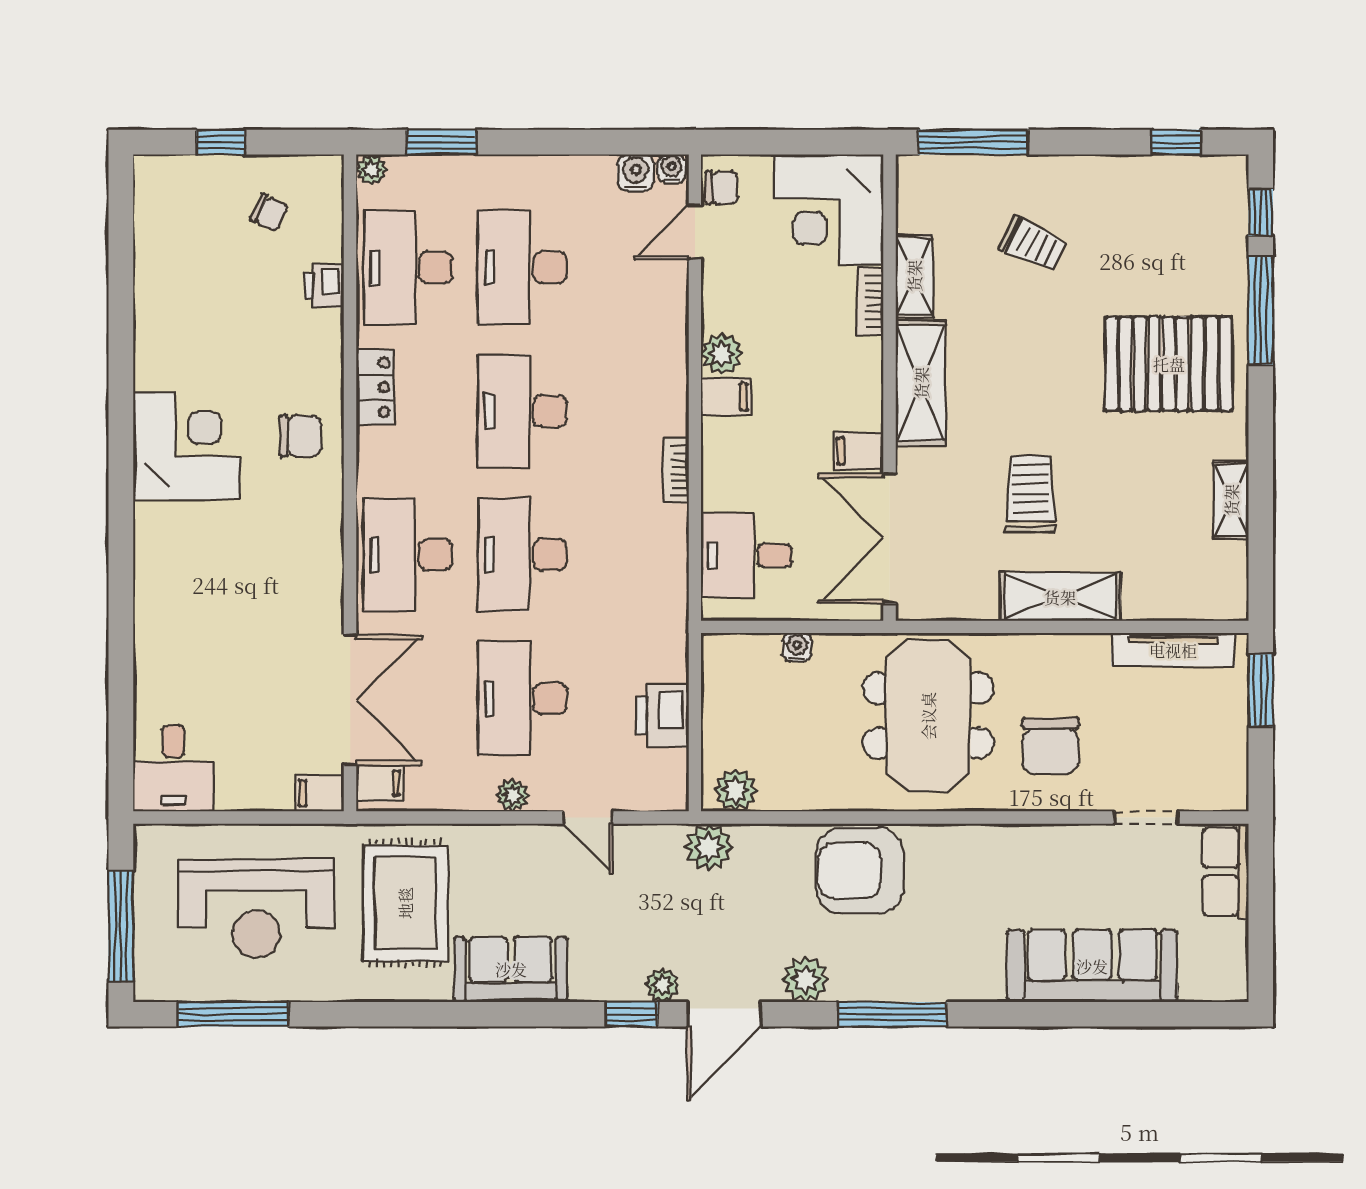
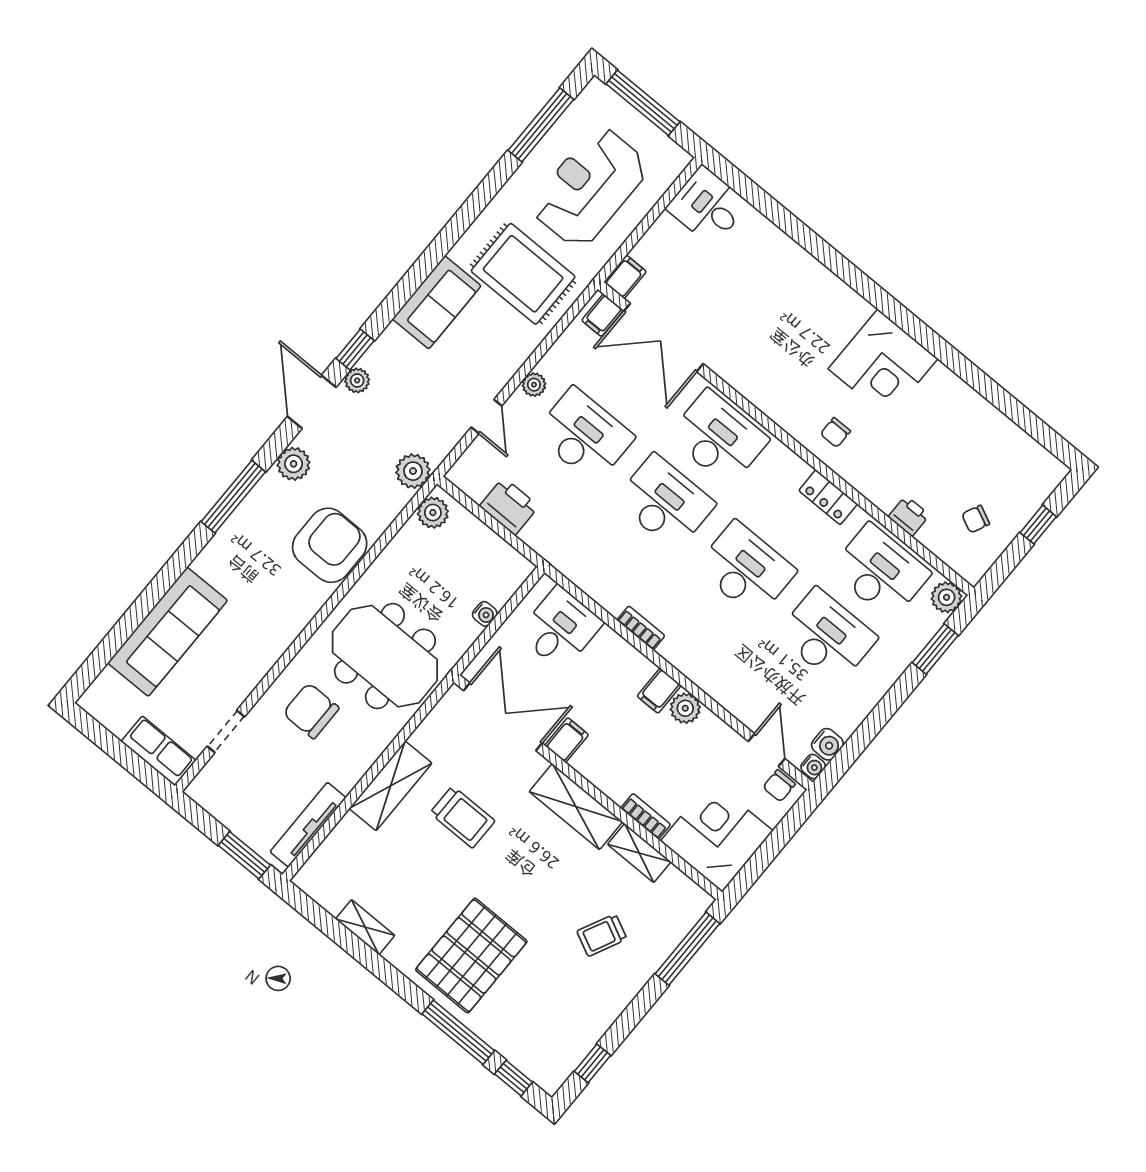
plant: (371, 170) -> (947, 597), width x1.38, depth x1.38
chair: (300, 436) -> (835, 432), width x0.73, depth x0.73
door: (588, 818) -> (486, 417), swing flipped

